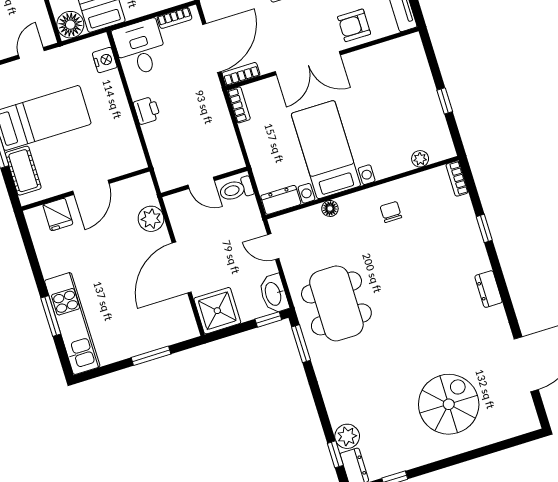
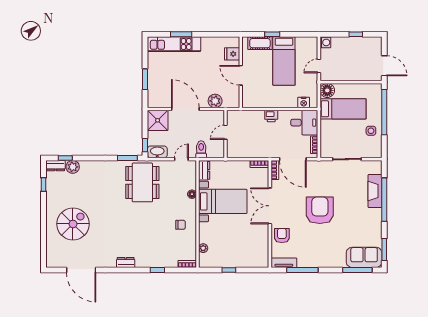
door: (31, 53) -> (319, 66), swing flipped
toilet: (236, 189) -> (201, 149), moved
dining table: (336, 303) -> (142, 182), turned 90
spiral stairs: (449, 404) -> (73, 224), turned -90

